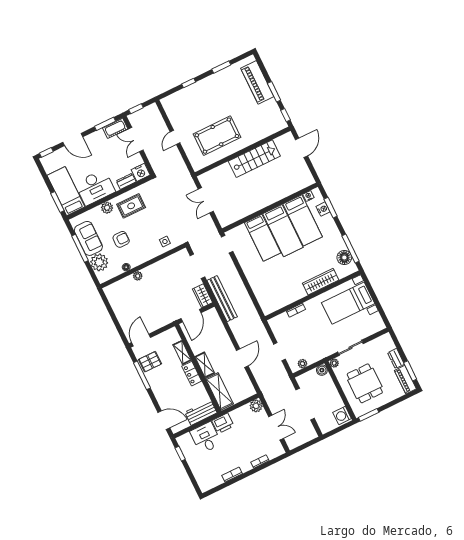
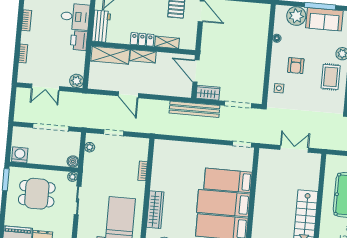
armchair: (121, 239) -> (296, 66), moved
plant: (138, 276) -> (262, 44), removed

